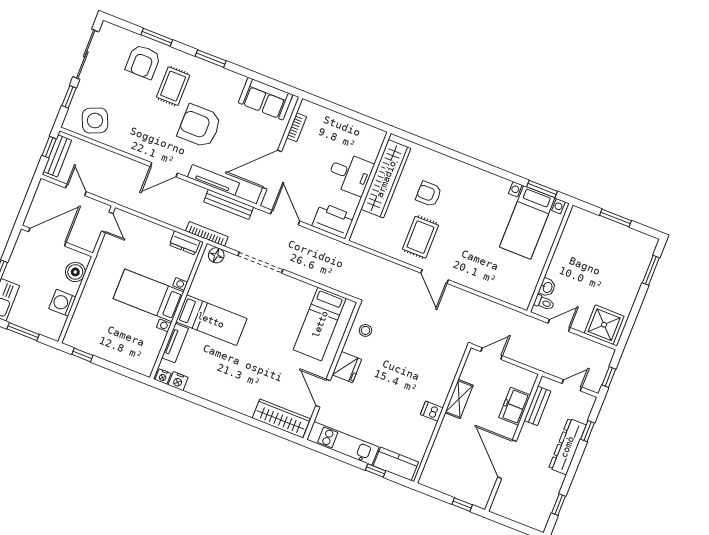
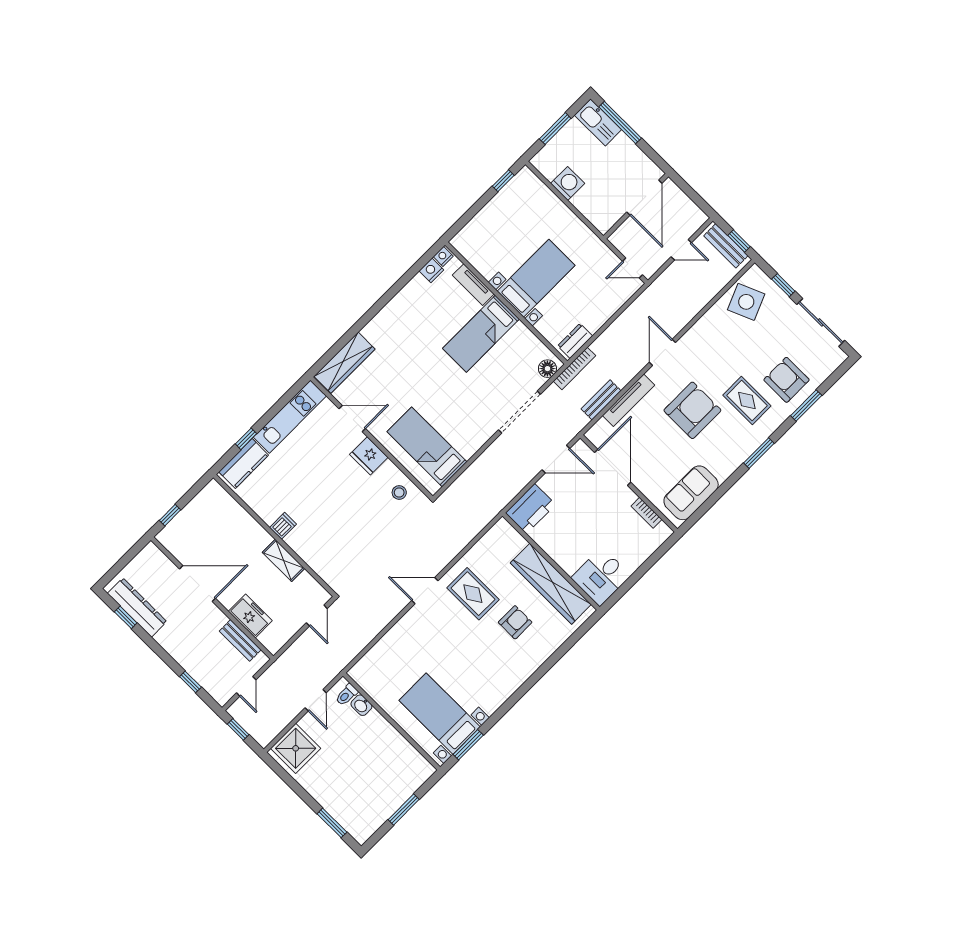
desk: (350, 174) -> (601, 577), moved
bench: (229, 204) -> (601, 400), width x0.73
boiler: (75, 272) -> (594, 211), removed
dresser: (567, 447) -> (137, 608), moved

